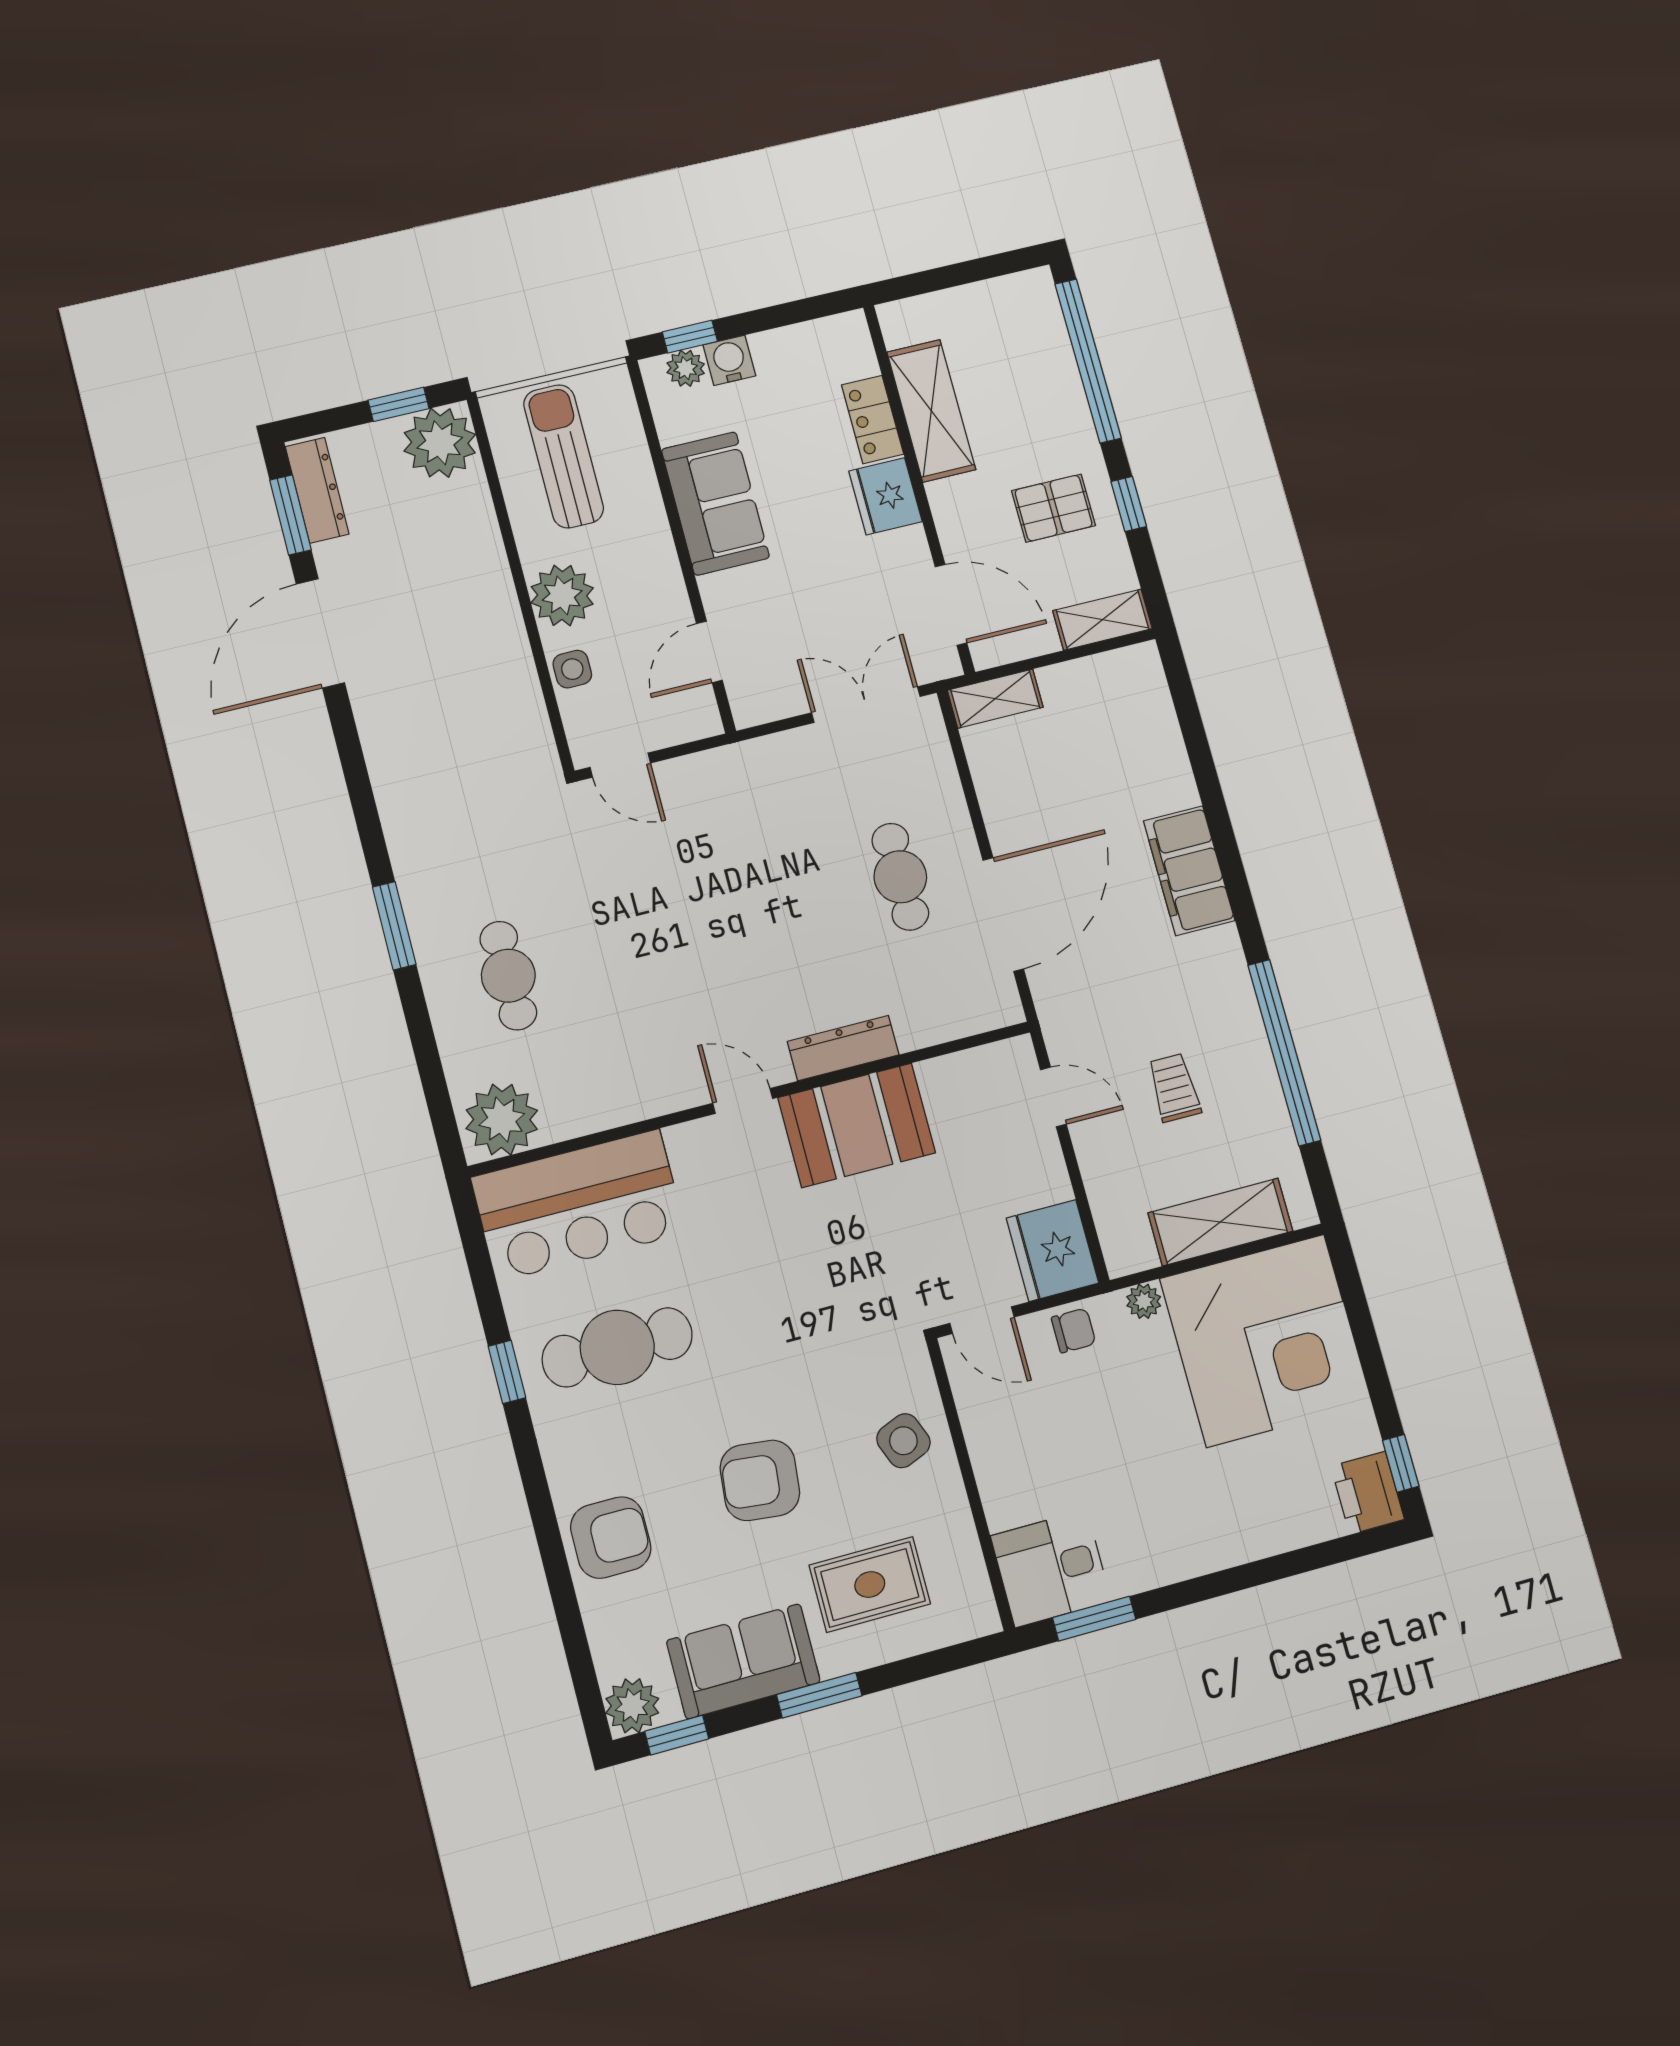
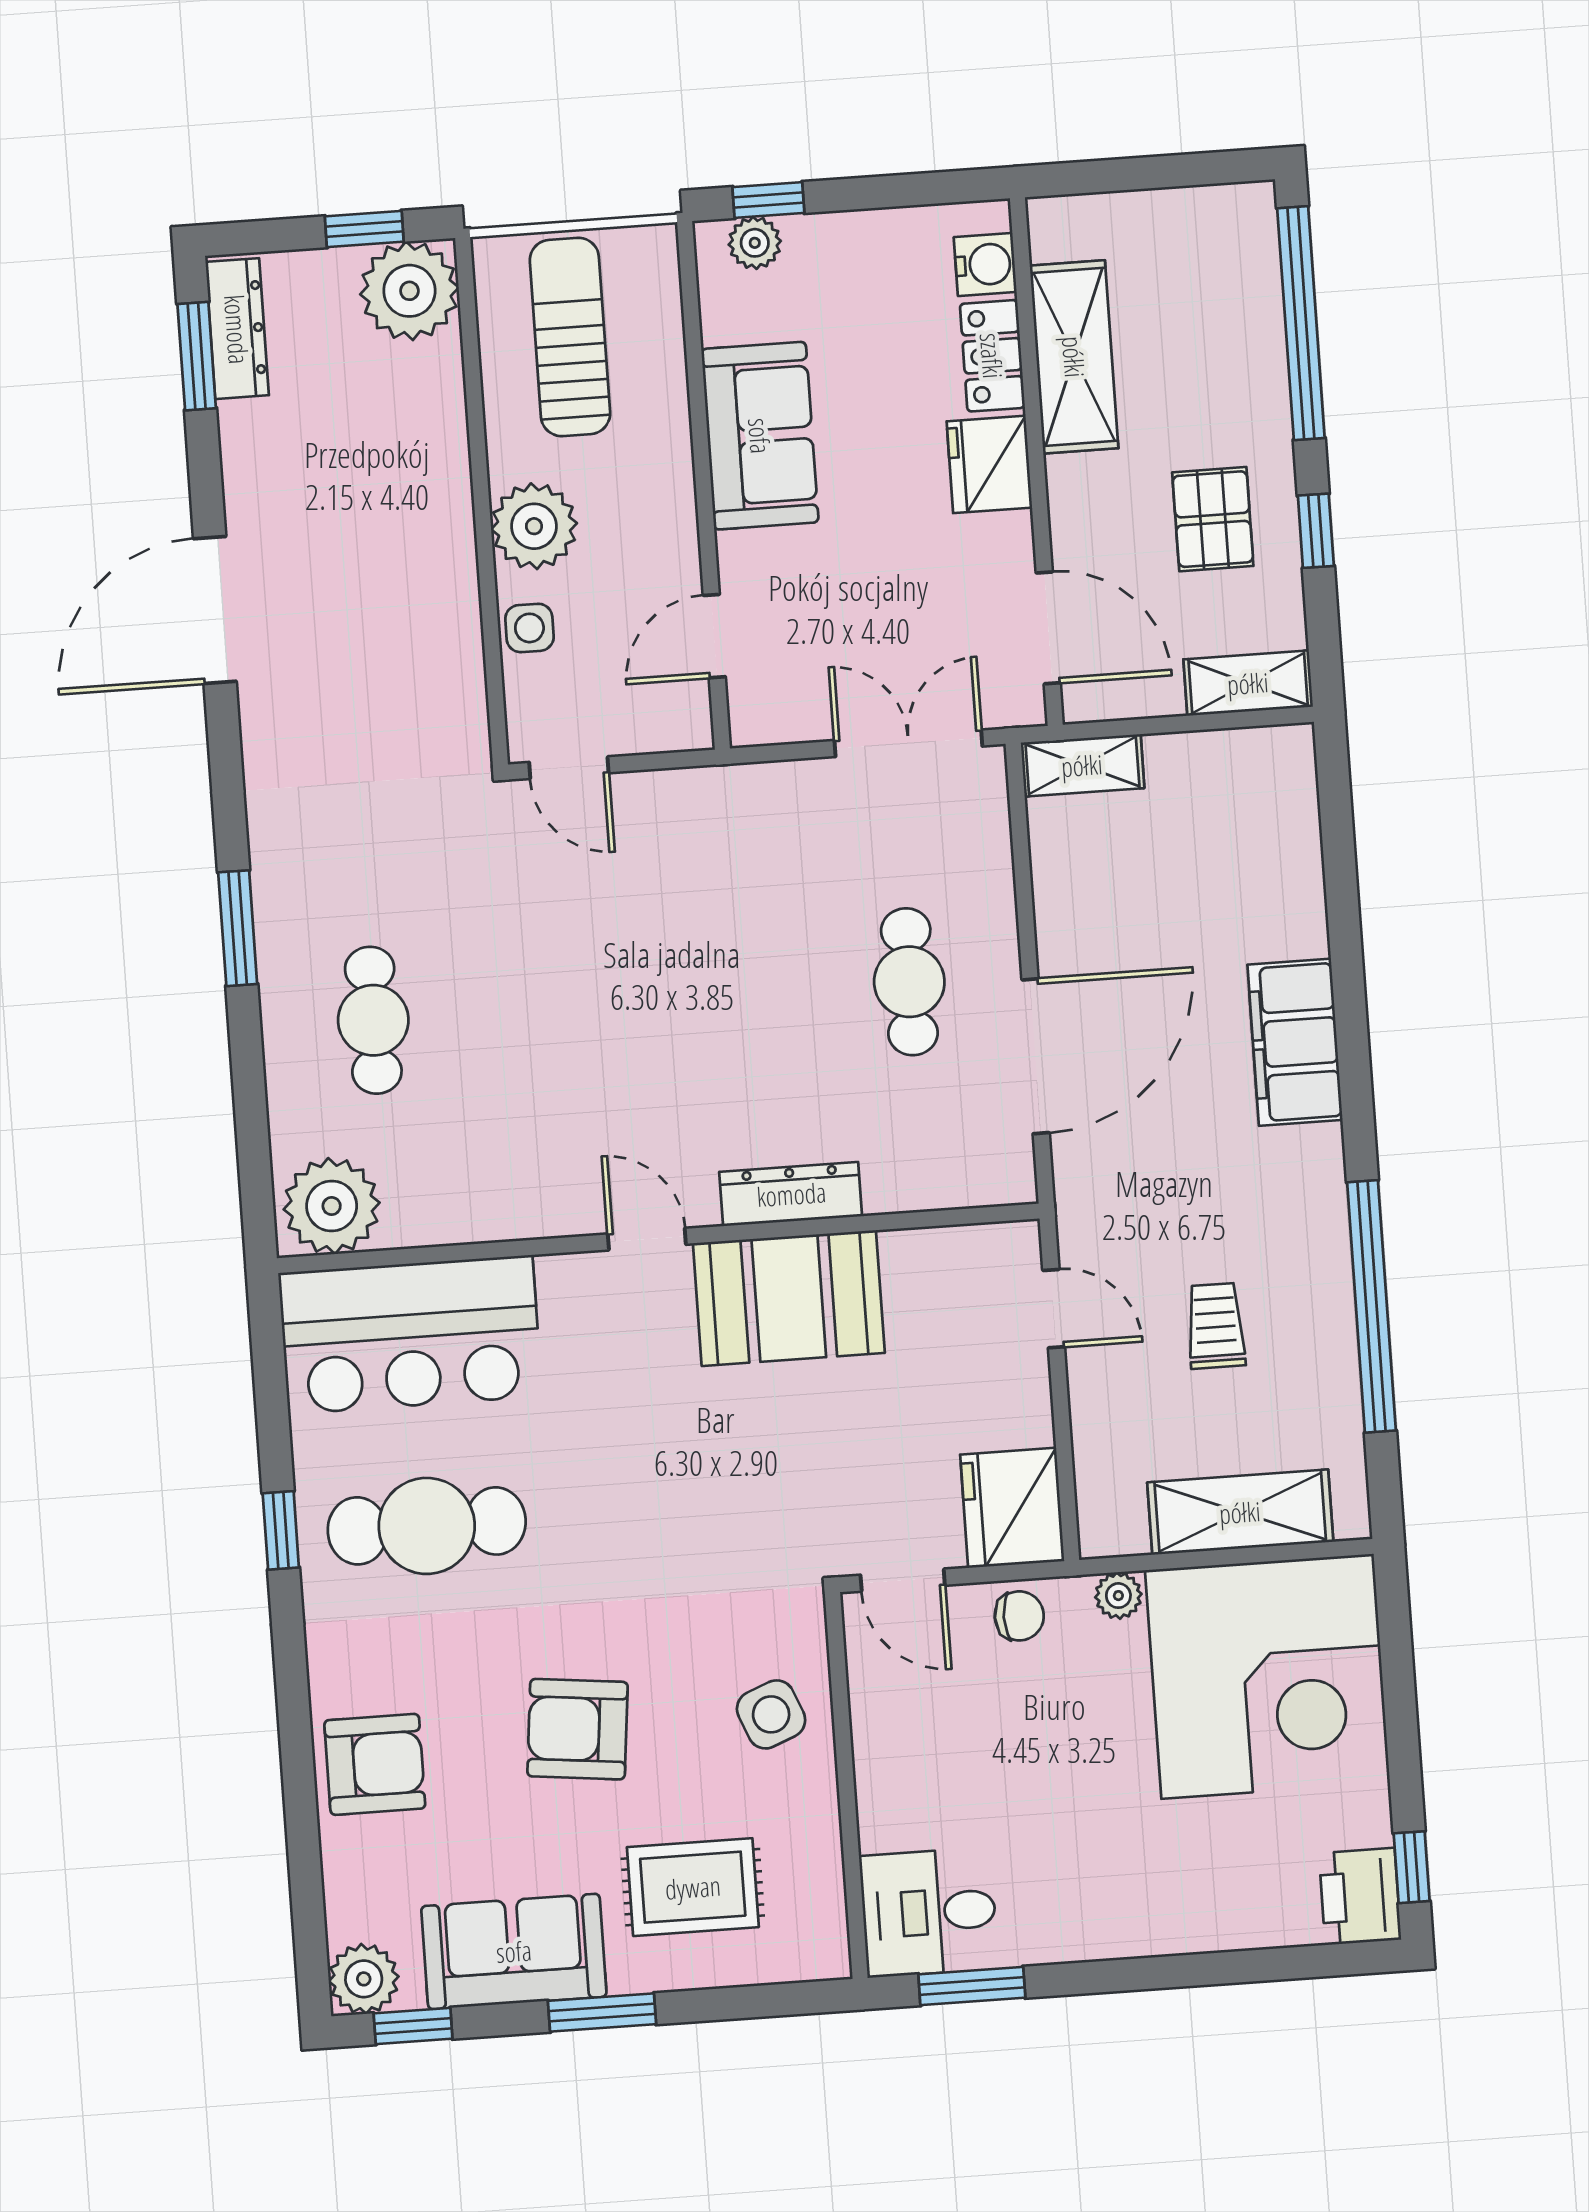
water cooler: (729, 360) -> (985, 265), moved, turned 90
pallet: (1054, 508) -> (1213, 519), turned 90
door: (320, 633) -> (215, 610), moved

